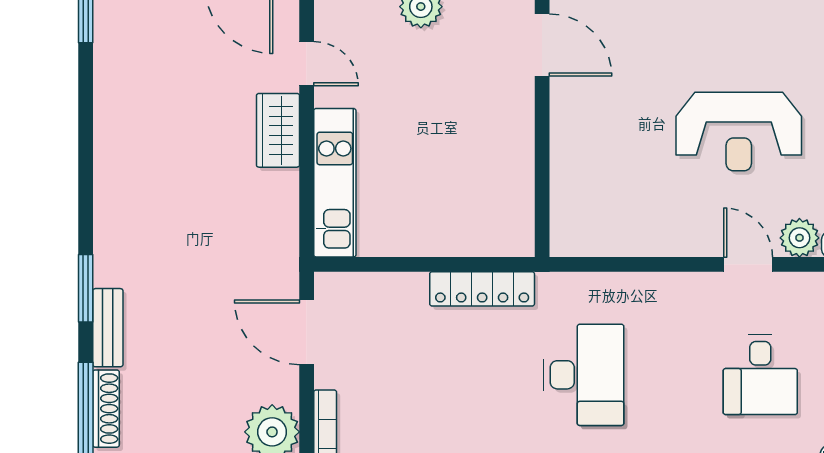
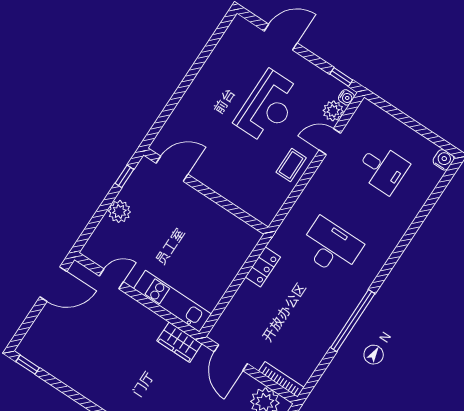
wardrobe: (278, 130) -> (179, 342), moved
coffee table: (671, 228) -> (291, 165), added
locker: (482, 289) -> (263, 267), width x0.66
door: (307, 332) -> (231, 358), hinge flipped

